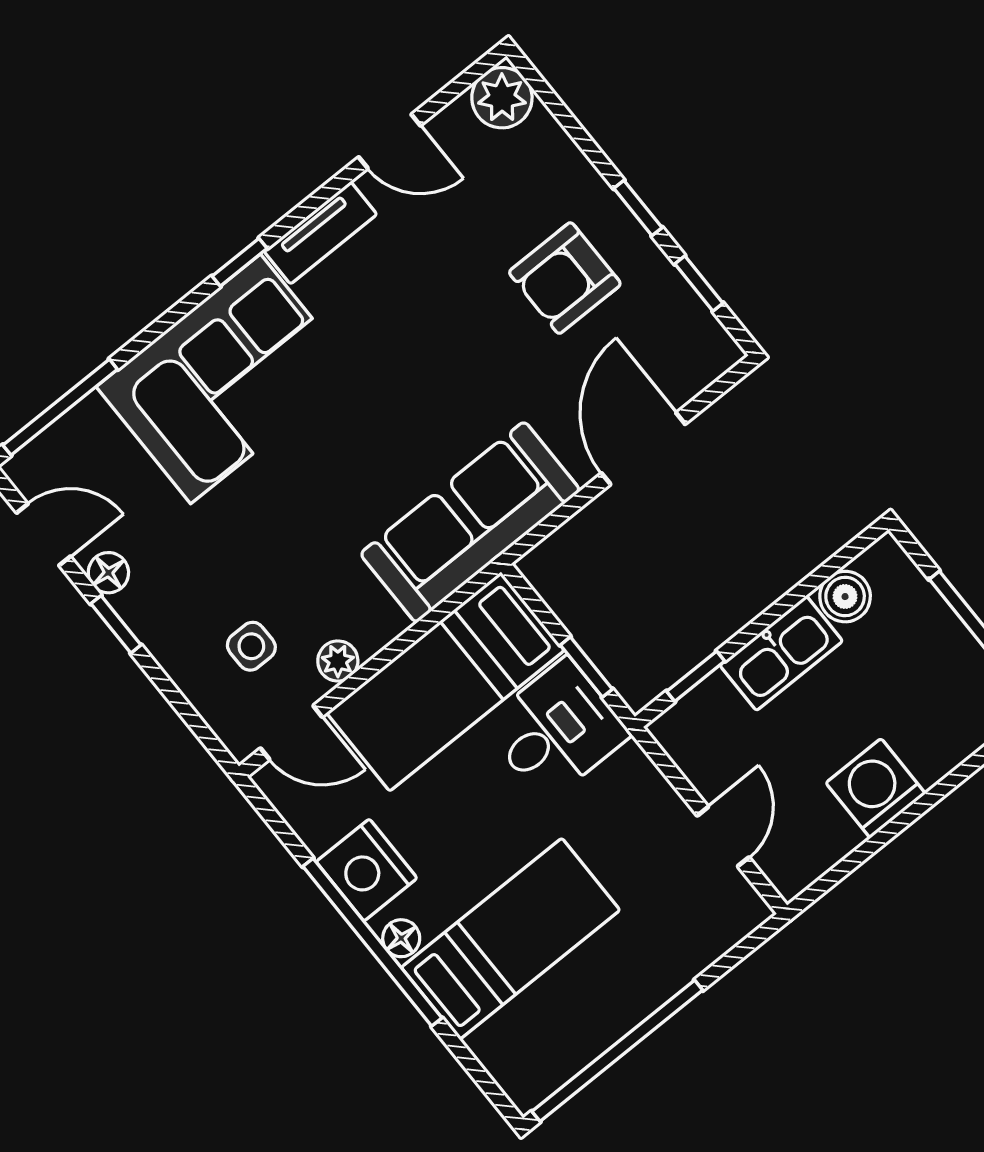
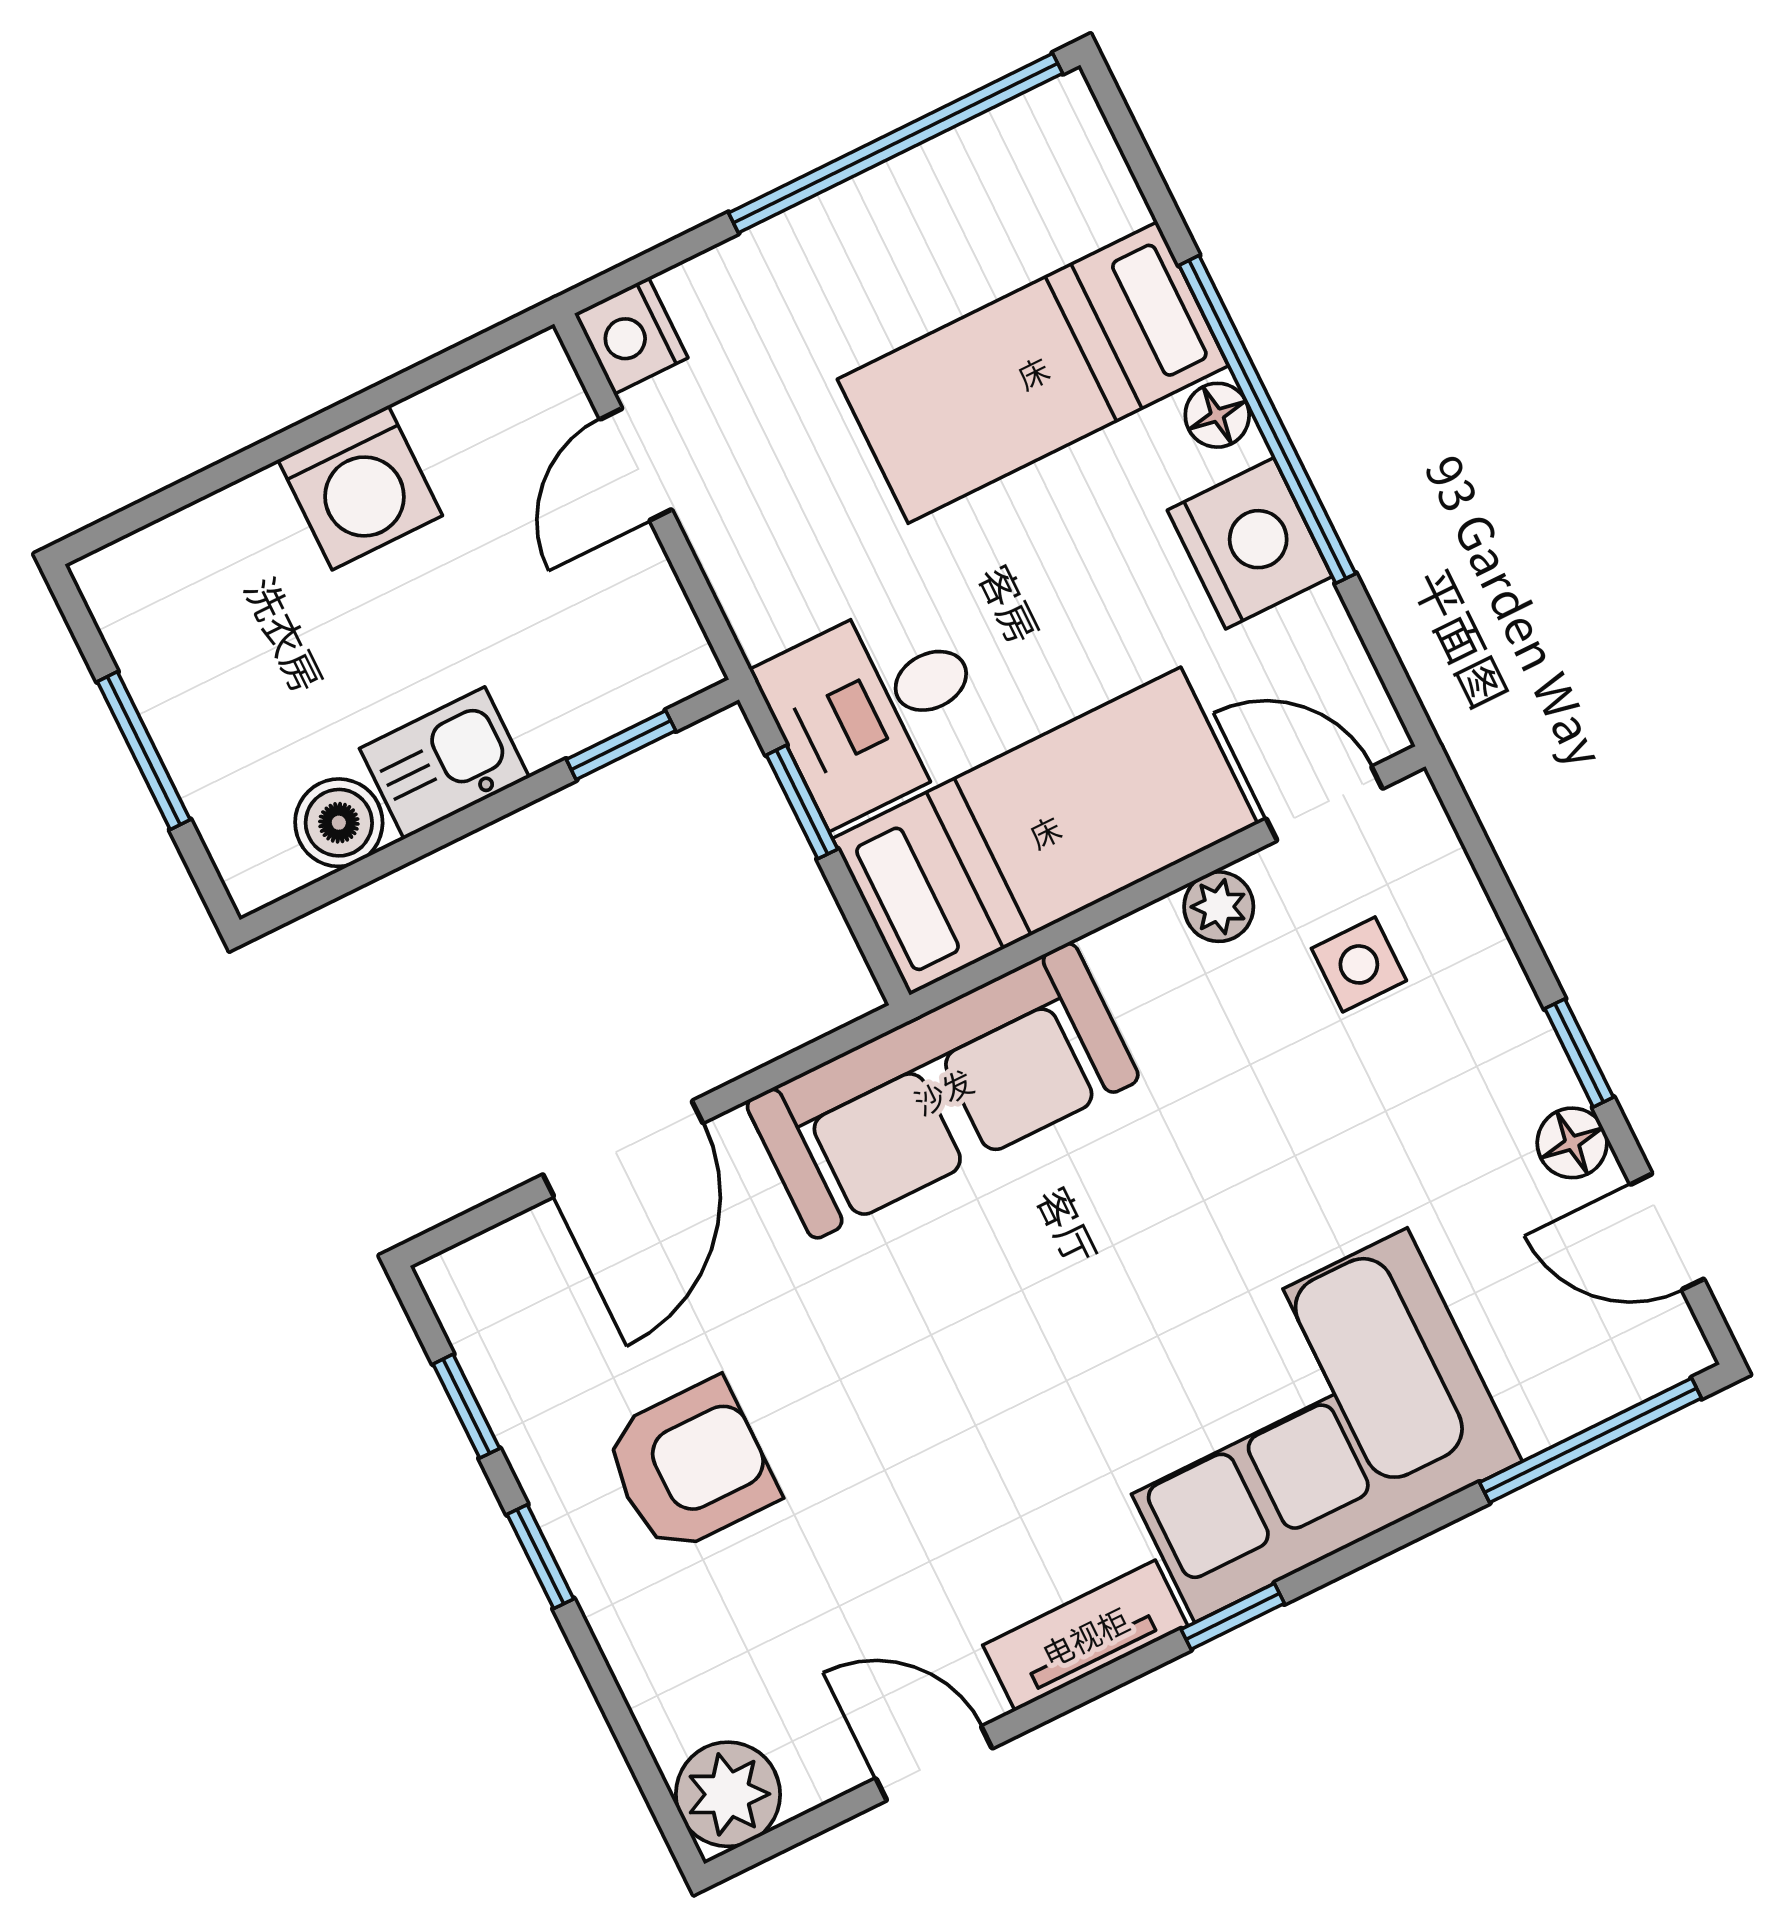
kitchen sink: (781, 653) -> (444, 763), width x0.73
nightstand: (742, 908) -> (631, 336), added

